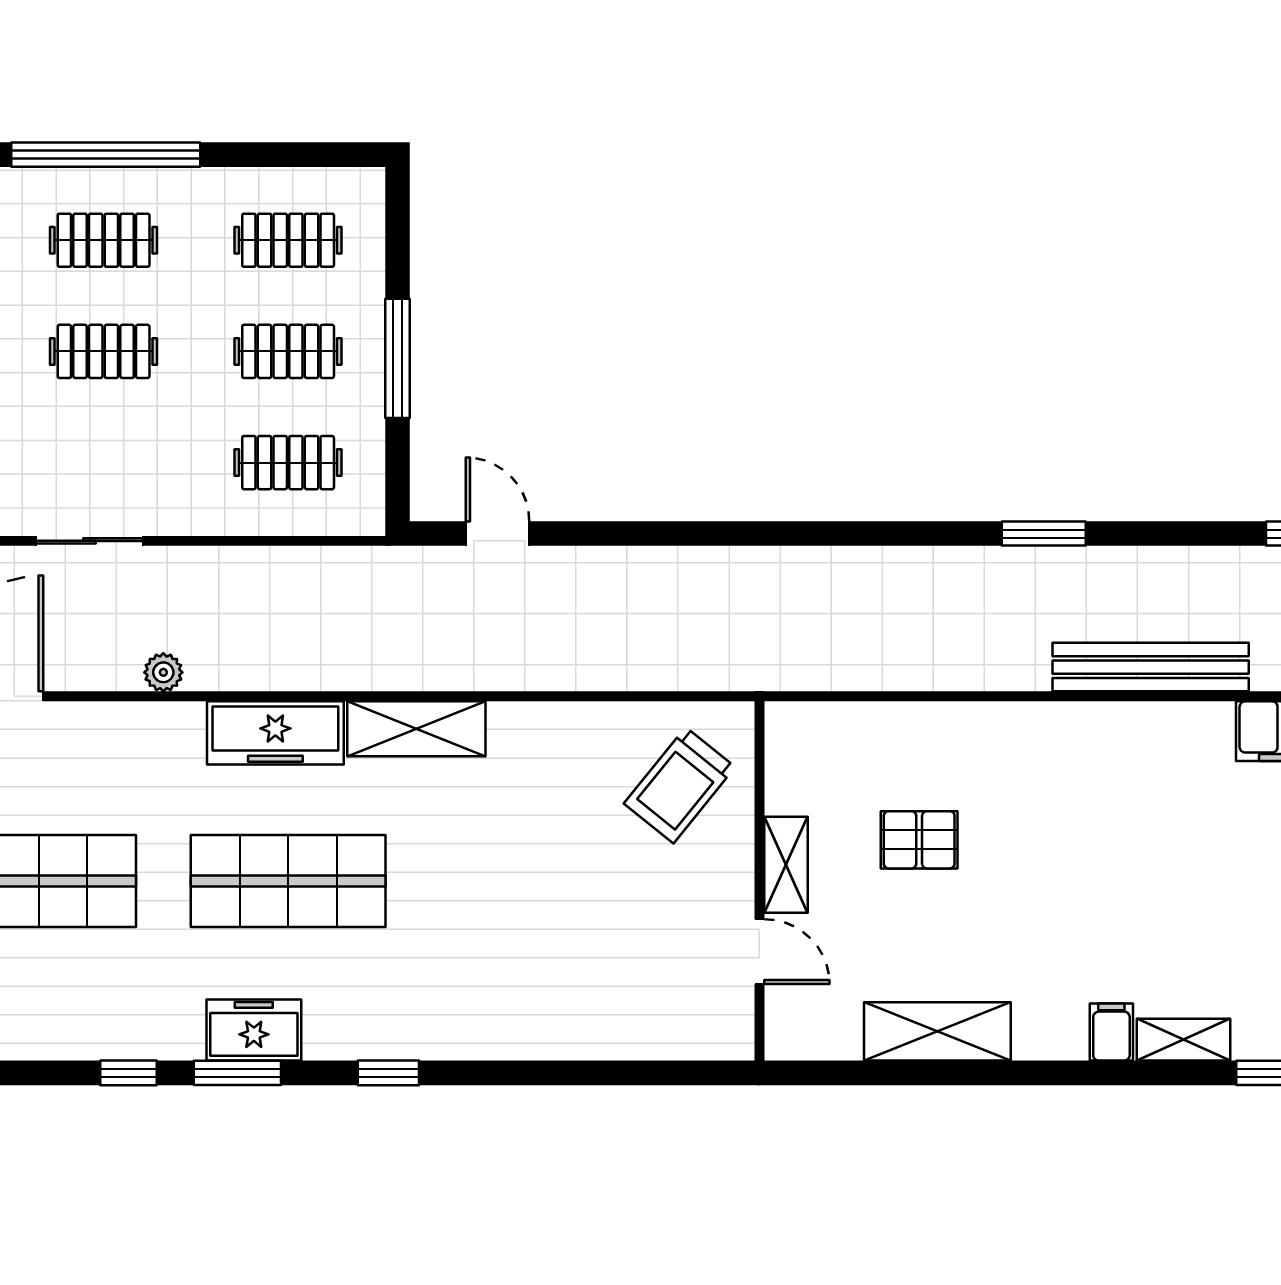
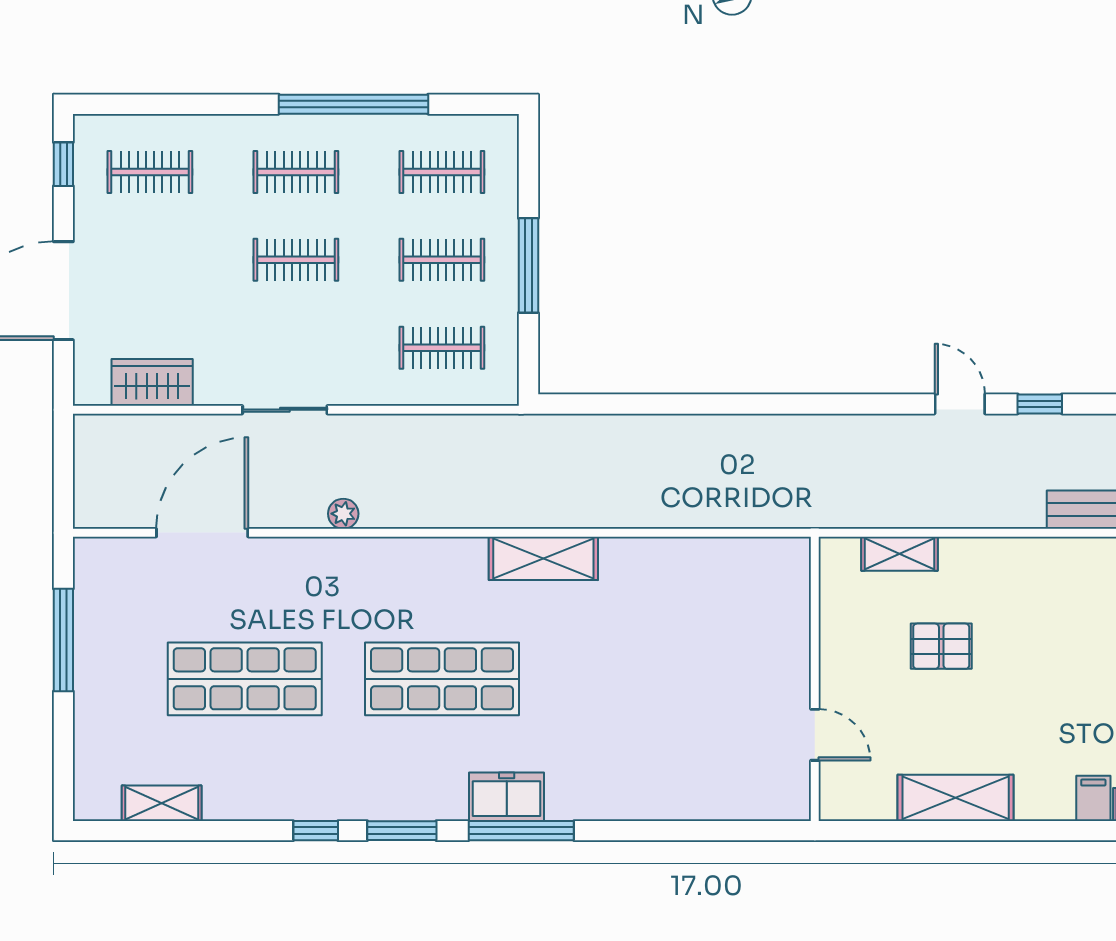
window: (106, 155) -> (353, 104), moved
door: (498, 534) -> (960, 404), moved
window: (1044, 534) -> (1040, 404), width x0.67
freezer: (275, 733) -> (432, 562), removed
trolley: (680, 785) -> (752, 603), removed
shelving: (786, 865) -> (900, 554), moved, turned 90
freezer: (254, 1030) -> (507, 797), moved
window: (388, 1073) -> (521, 831), width x2.17

